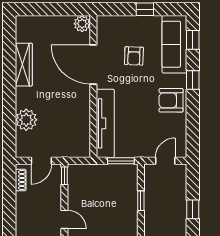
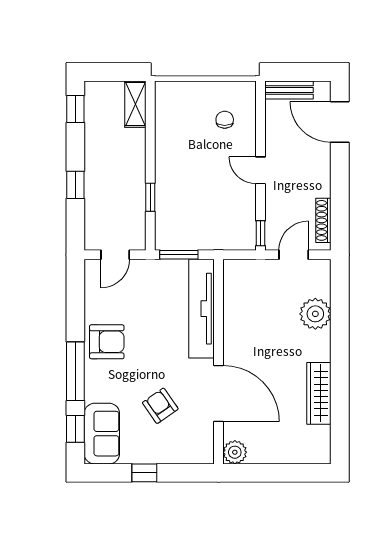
sofa: (174, 44) -> (102, 434), width x0.73
armchair: (134, 56) -> (160, 406), turned -37
window: (193, 80) -> (75, 371), width x2.17
shoe rack: (21, 180) -> (323, 220), width x1.43

